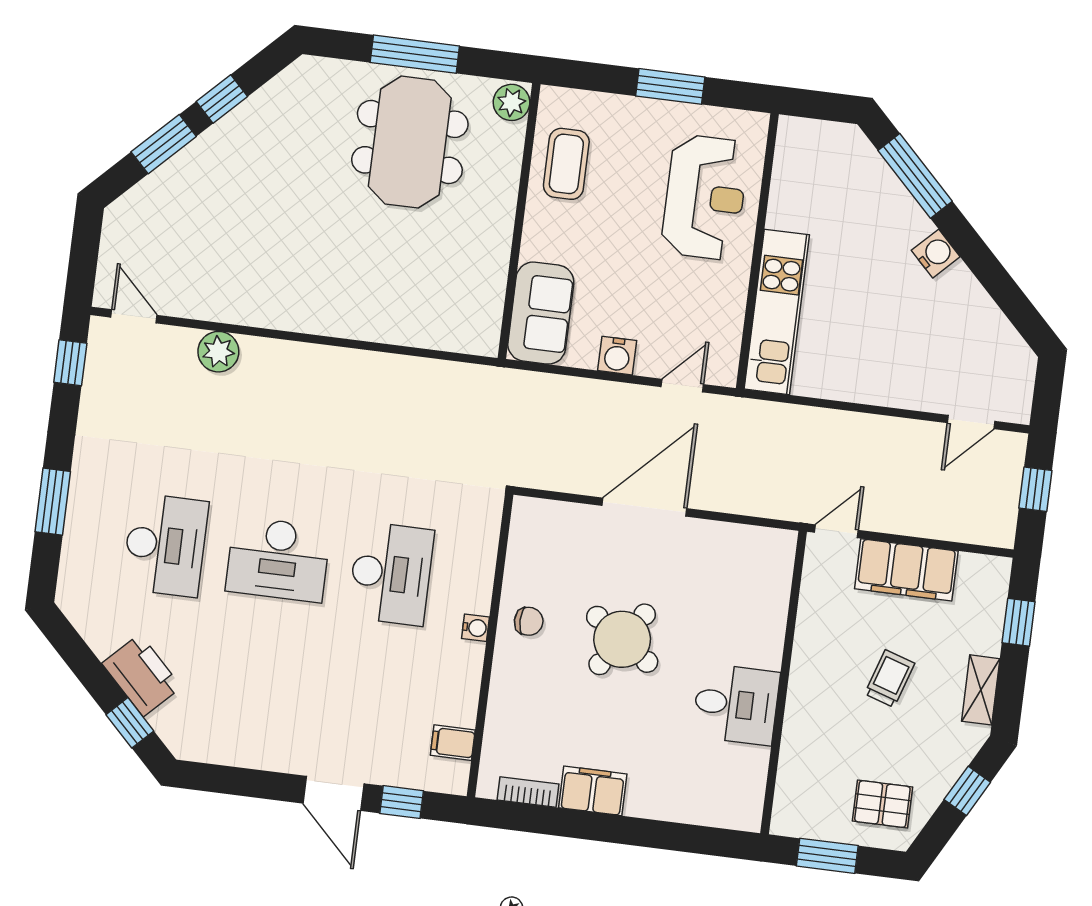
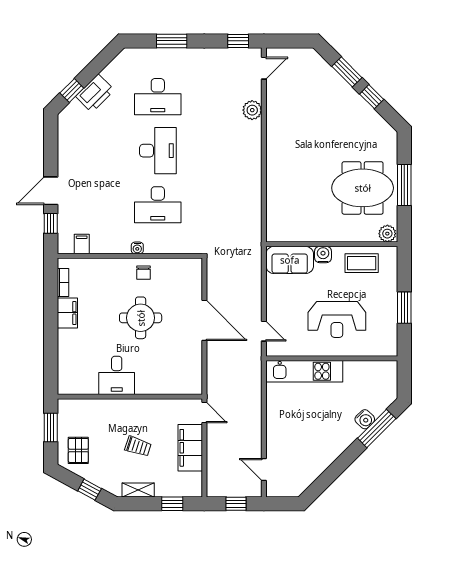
reception desk: (705, 197) -> (337, 319), moved
water cooler: (936, 254) -> (365, 419), moved
water cooler: (617, 356) -> (323, 254), moved, turned 90
desk: (278, 559) -> (158, 151), turned 180
round table: (622, 639) -> (141, 318), turned -35

